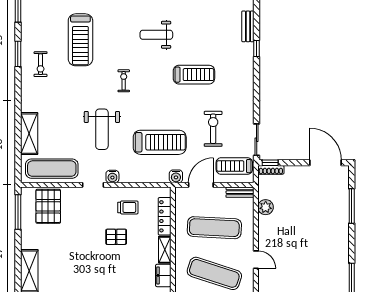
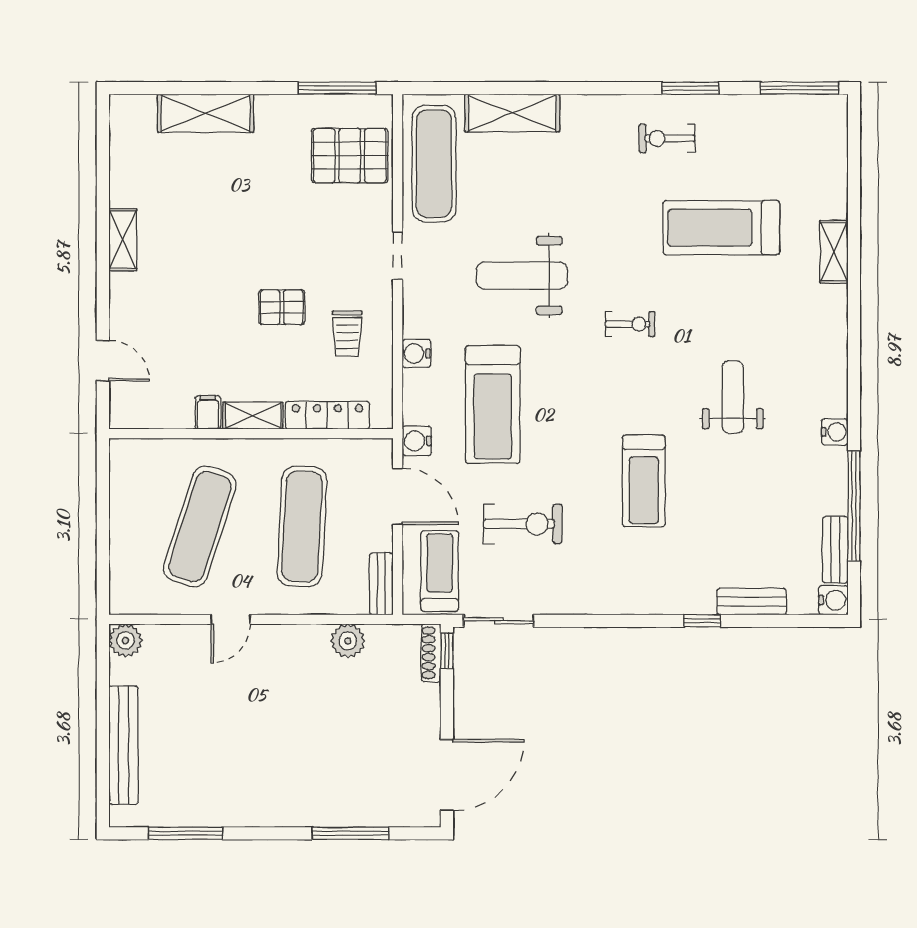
water cooler: (112, 177) -> (416, 354), moved
pallet: (116, 237) -> (282, 307), turned 90
filing cabinet: (163, 275) -> (208, 412), width x0.50

